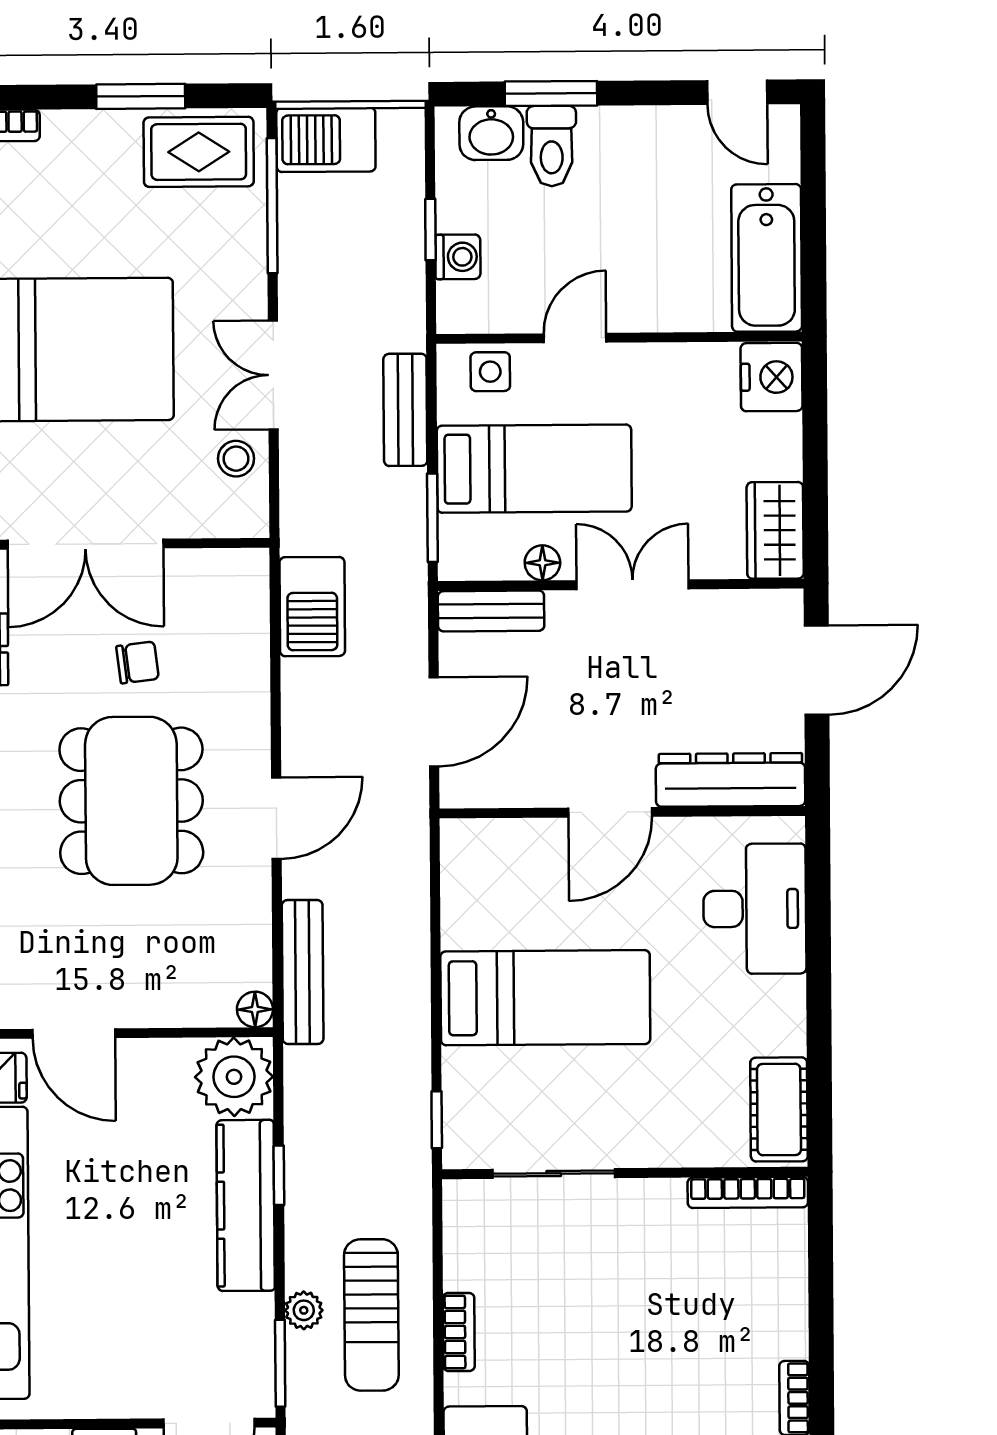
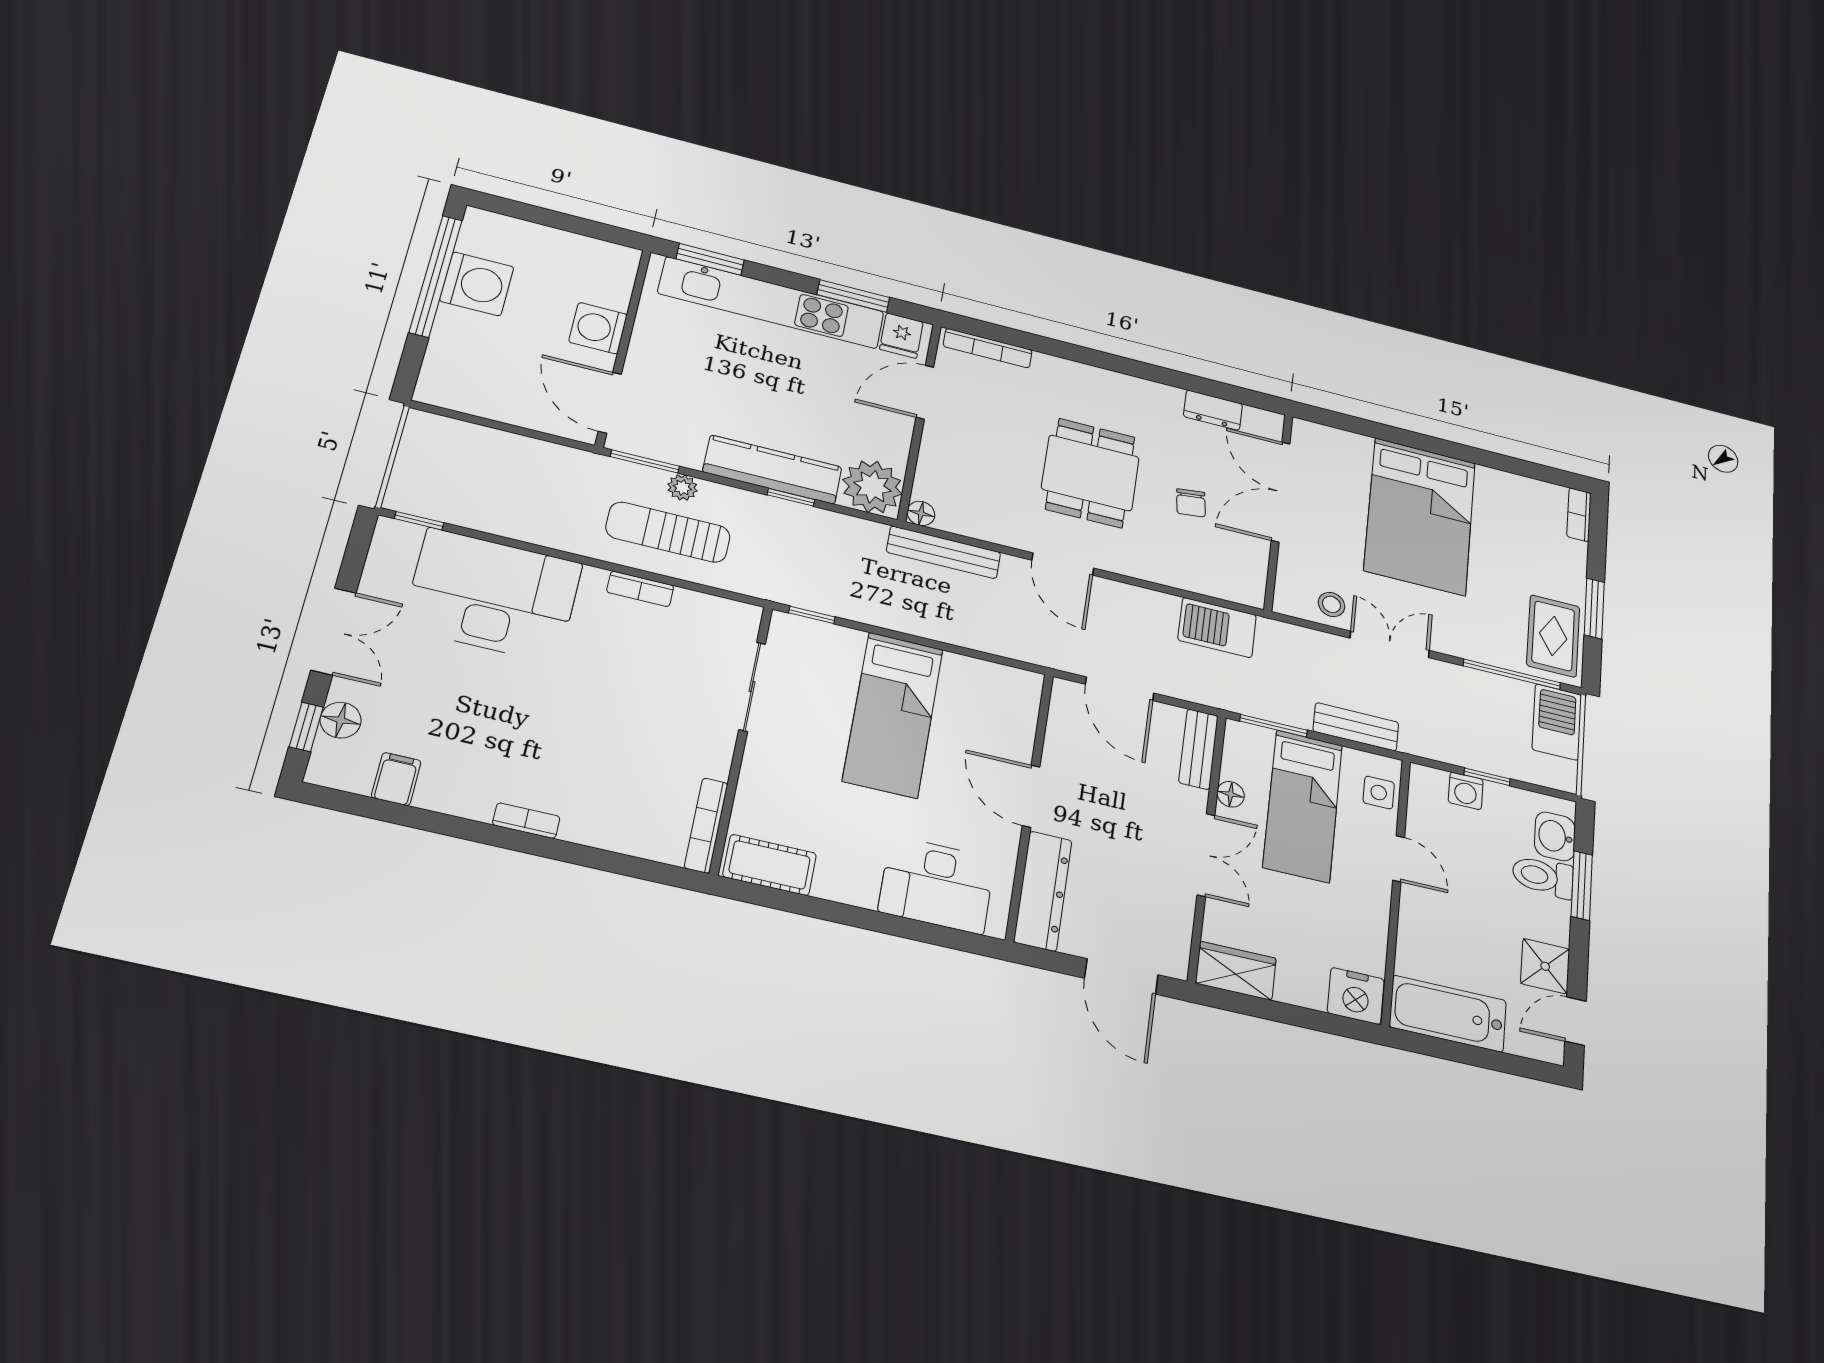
shower: (673, 136) -> (1545, 966), added
dining table: (131, 801) -> (1090, 473), width x0.73

